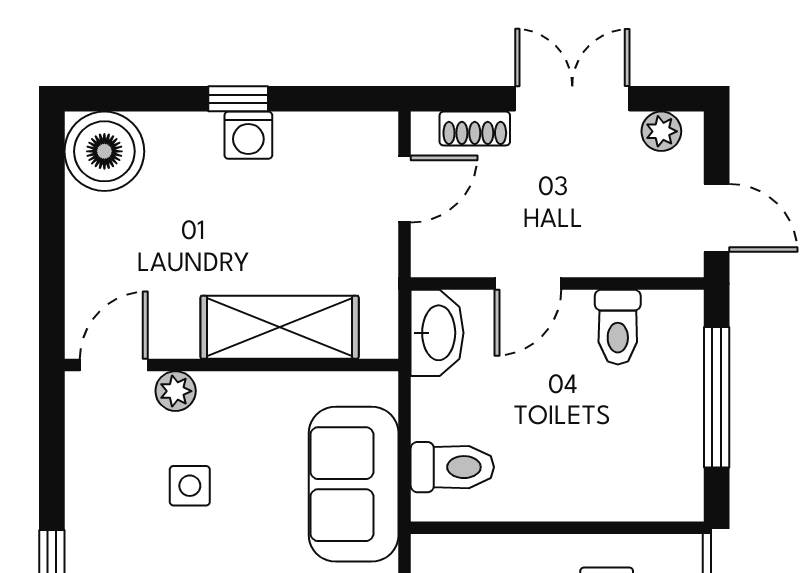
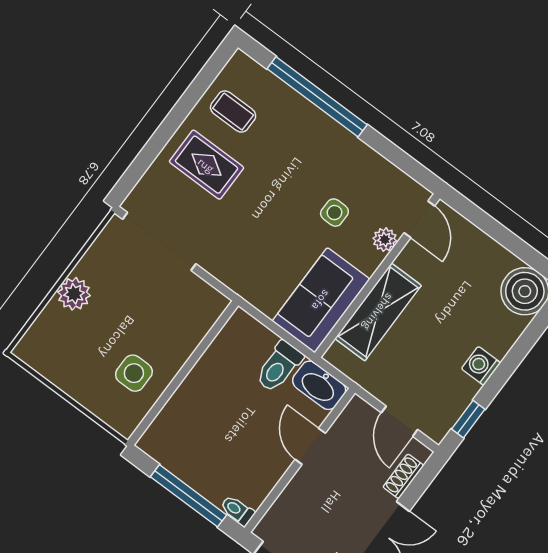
window: (238, 99) -> (468, 419), moved
toilet: (618, 327) -> (237, 511), moved, width x0.73, depth x0.72
toilet: (452, 467) -> (279, 367), moved
sofa: (354, 484) -> (321, 300), moved, turned -90

